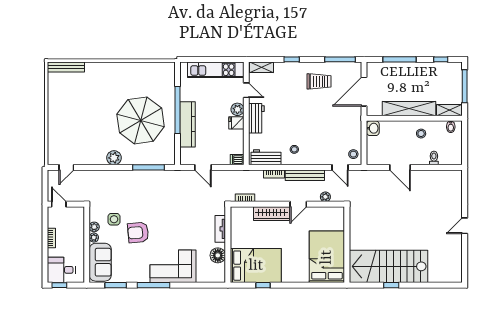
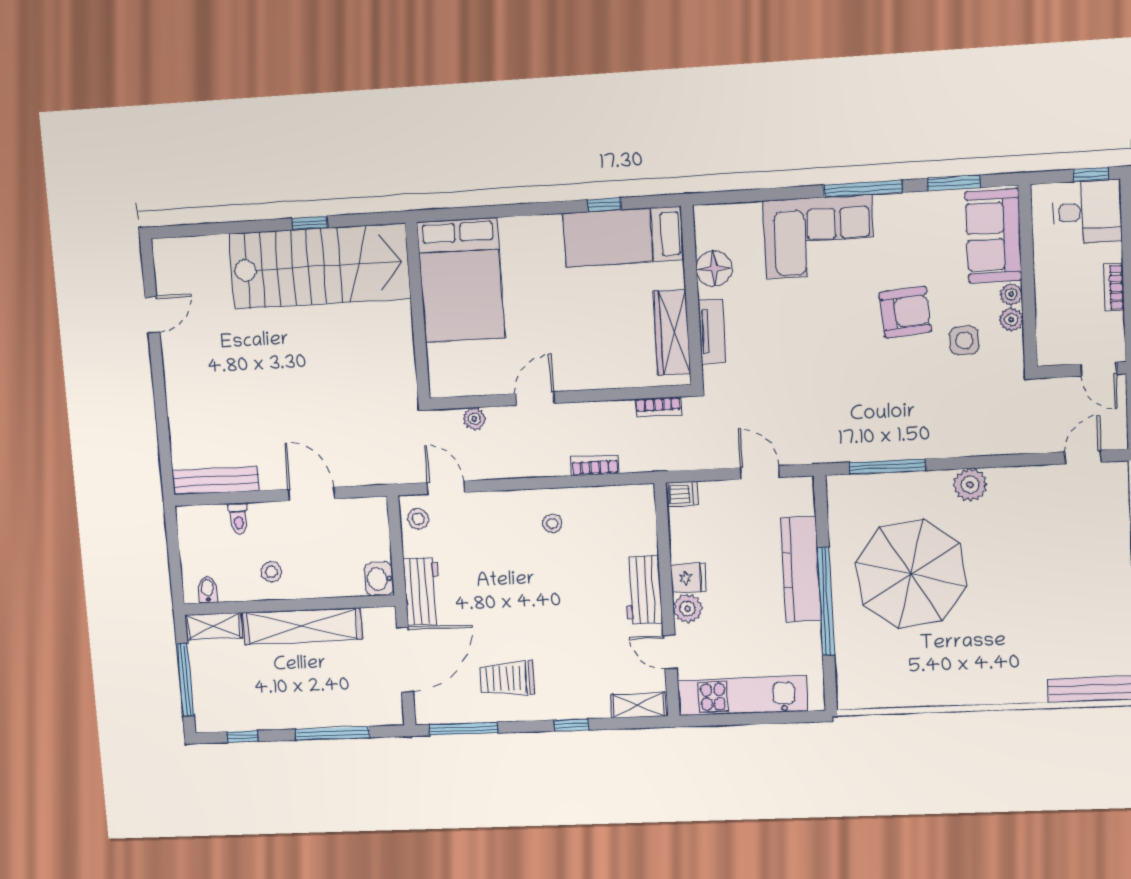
workbench: (266, 157) -> (422, 591), moved, turned -90
bench: (305, 175) -> (216, 481), moved
wardrobe: (272, 214) -> (672, 332), moved, turned -90
door: (465, 226) -> (152, 315), moved
bed: (256, 266) -> (623, 236), width x0.67

